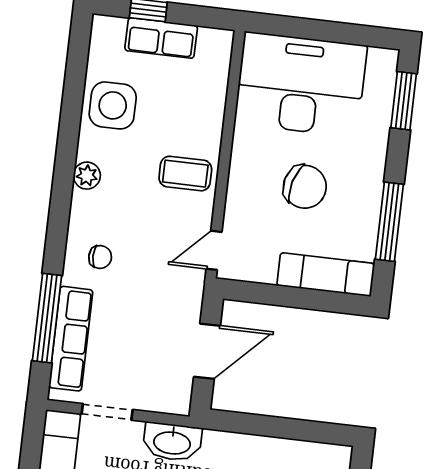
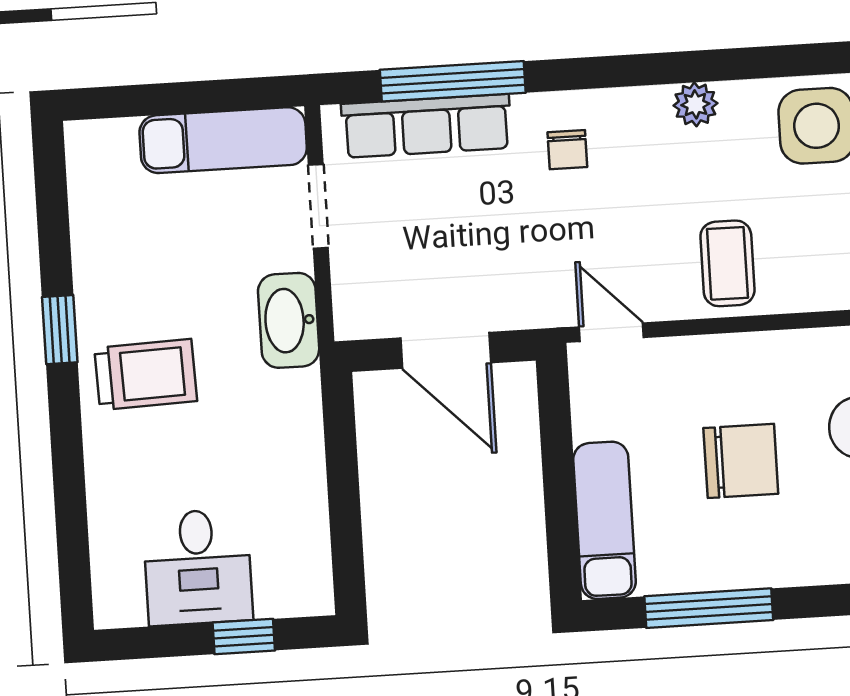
chair: (305, 187) -> (741, 461), turned -105

